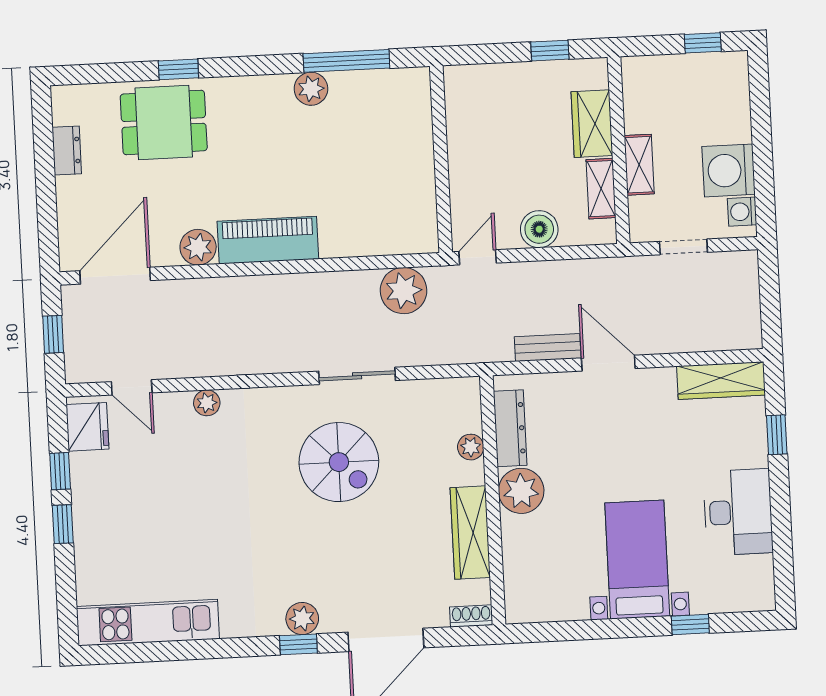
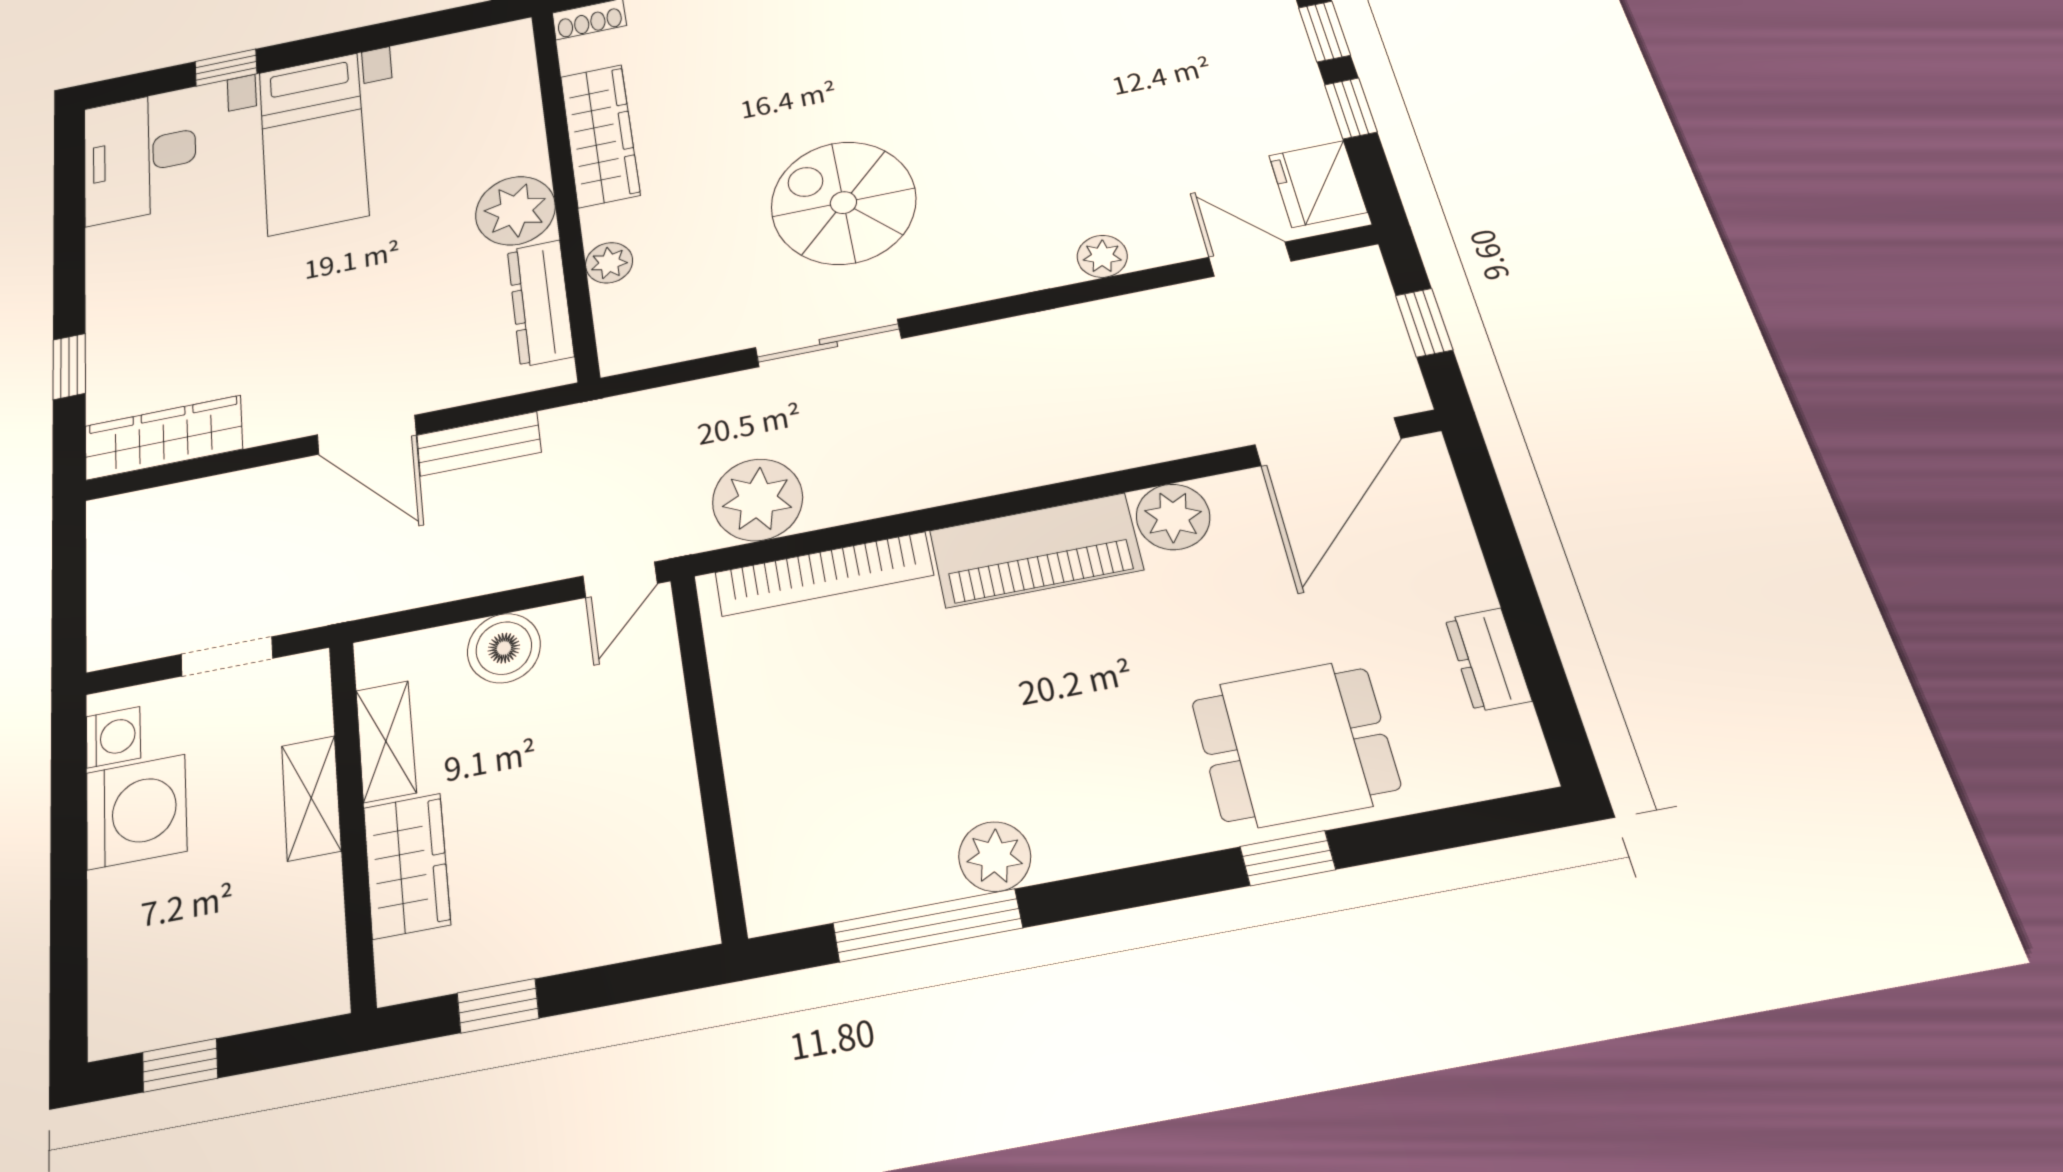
bookcase: (374, 244) -> (824, 574), added
desk: (738, 512) -> (140, 156), moved

